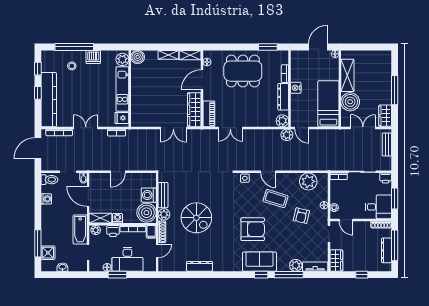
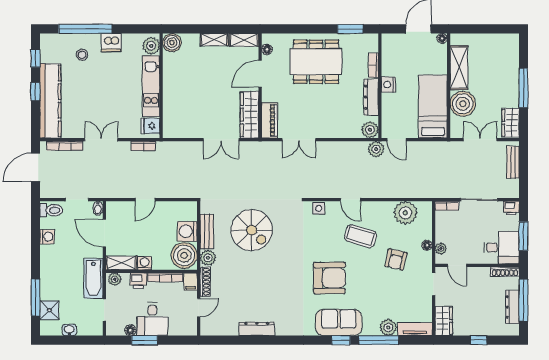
spiral stairs: (196, 218) -> (252, 230), moved
desk: (127, 259) -> (152, 319), width x0.73

